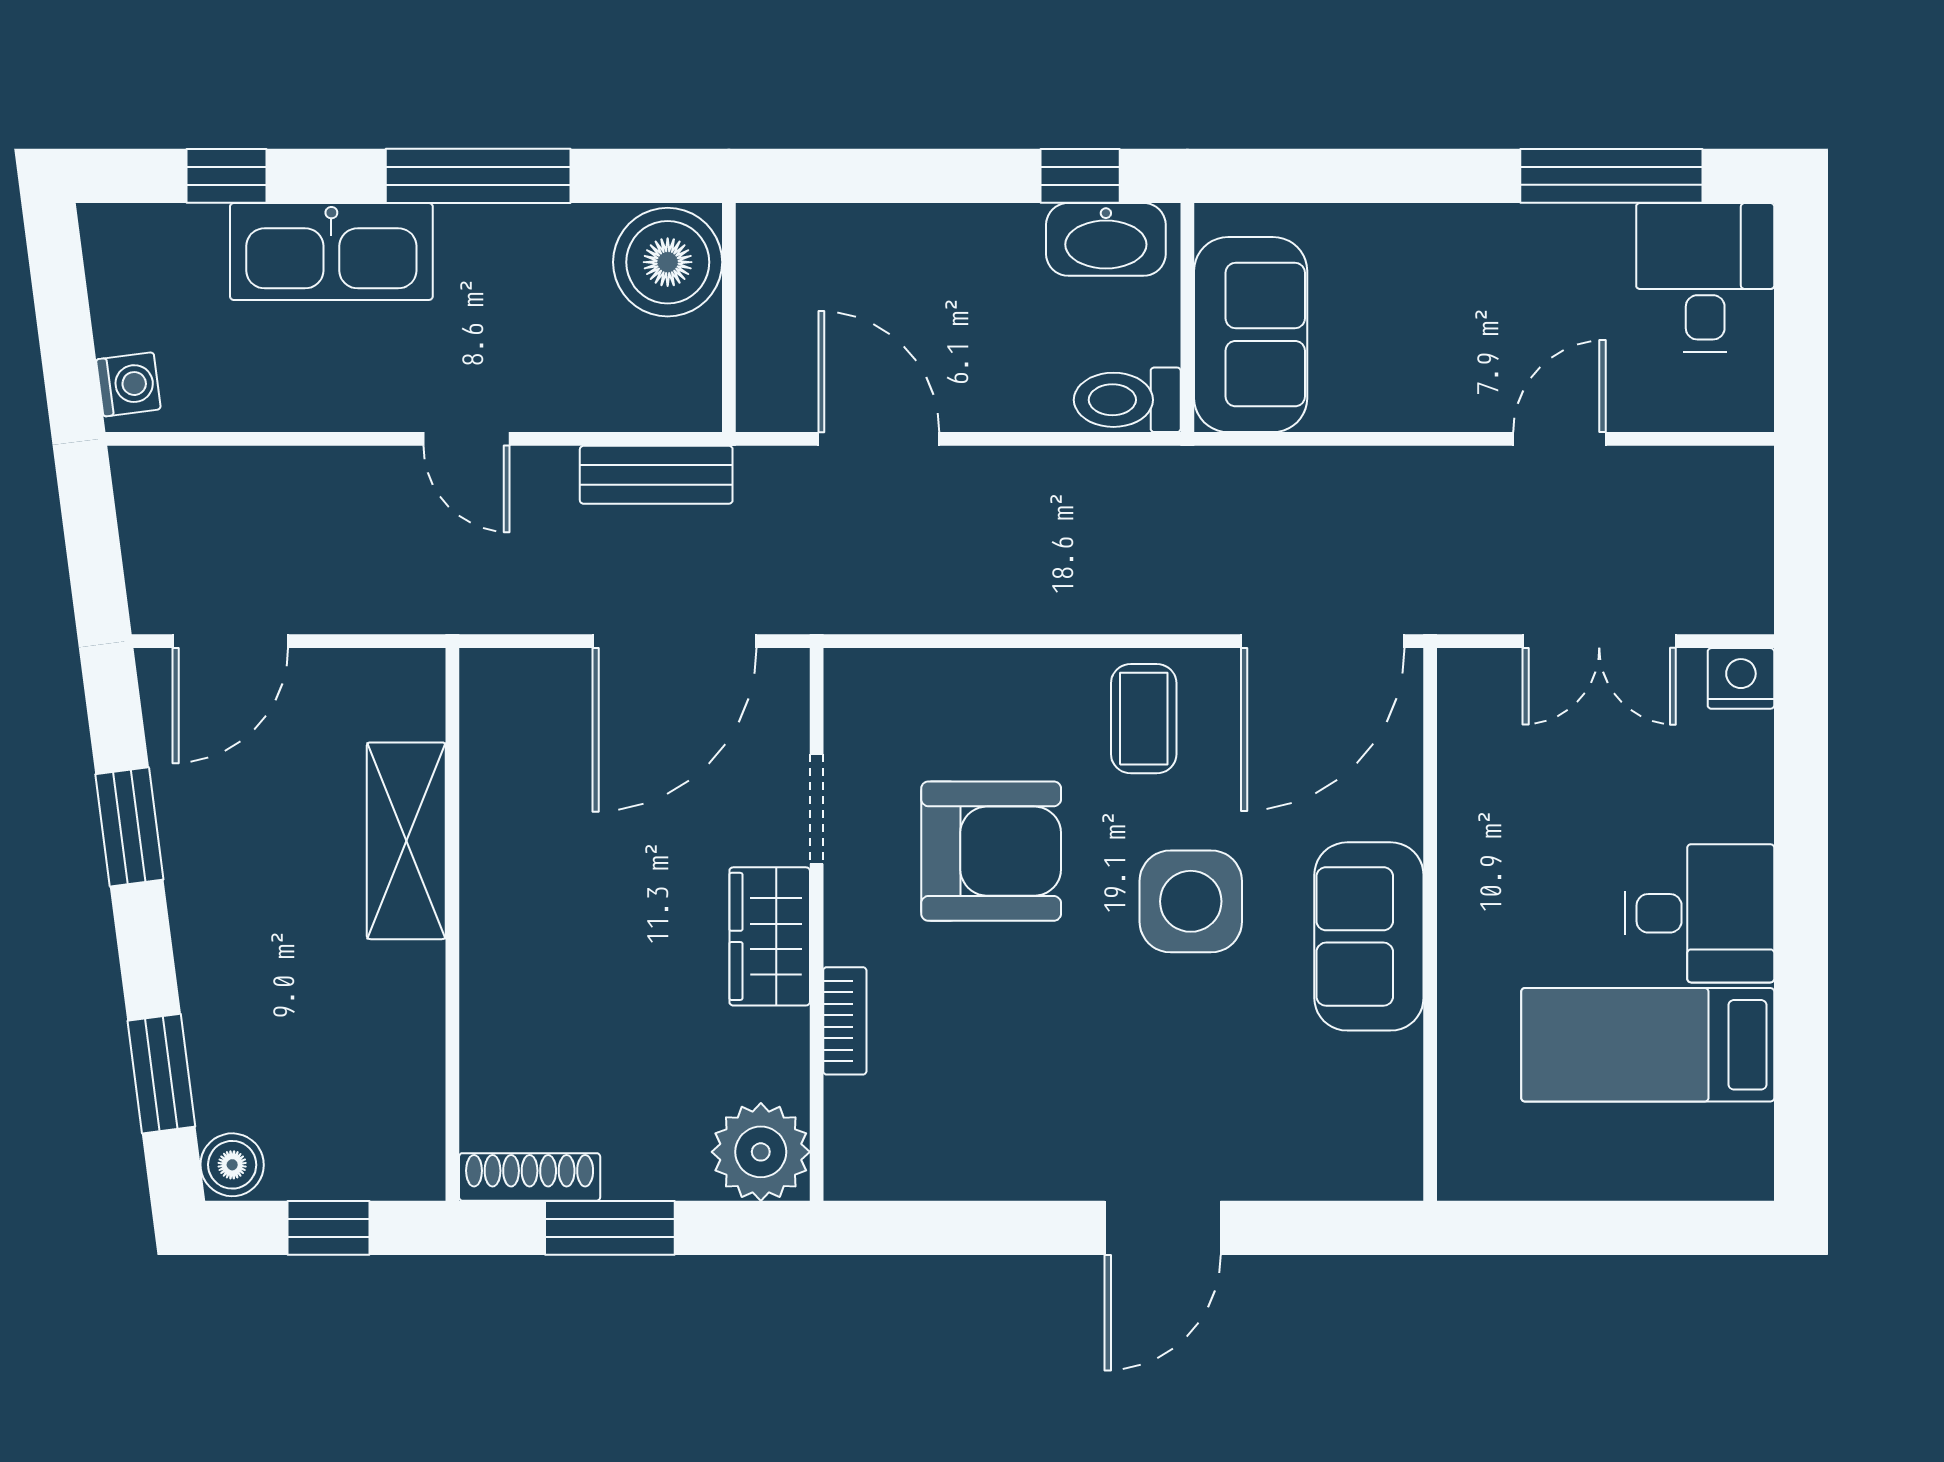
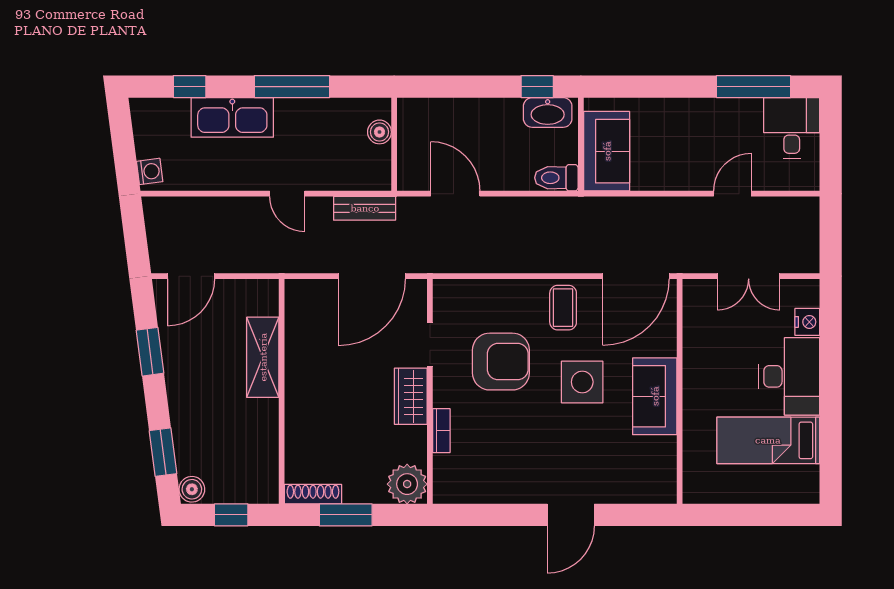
boiler: (668, 262) -> (379, 132), width x0.54, depth x0.54
nightstand: (1741, 678) -> (807, 322), moved, turned 90
desk: (1699, 913) -> (789, 376), width x1.37

